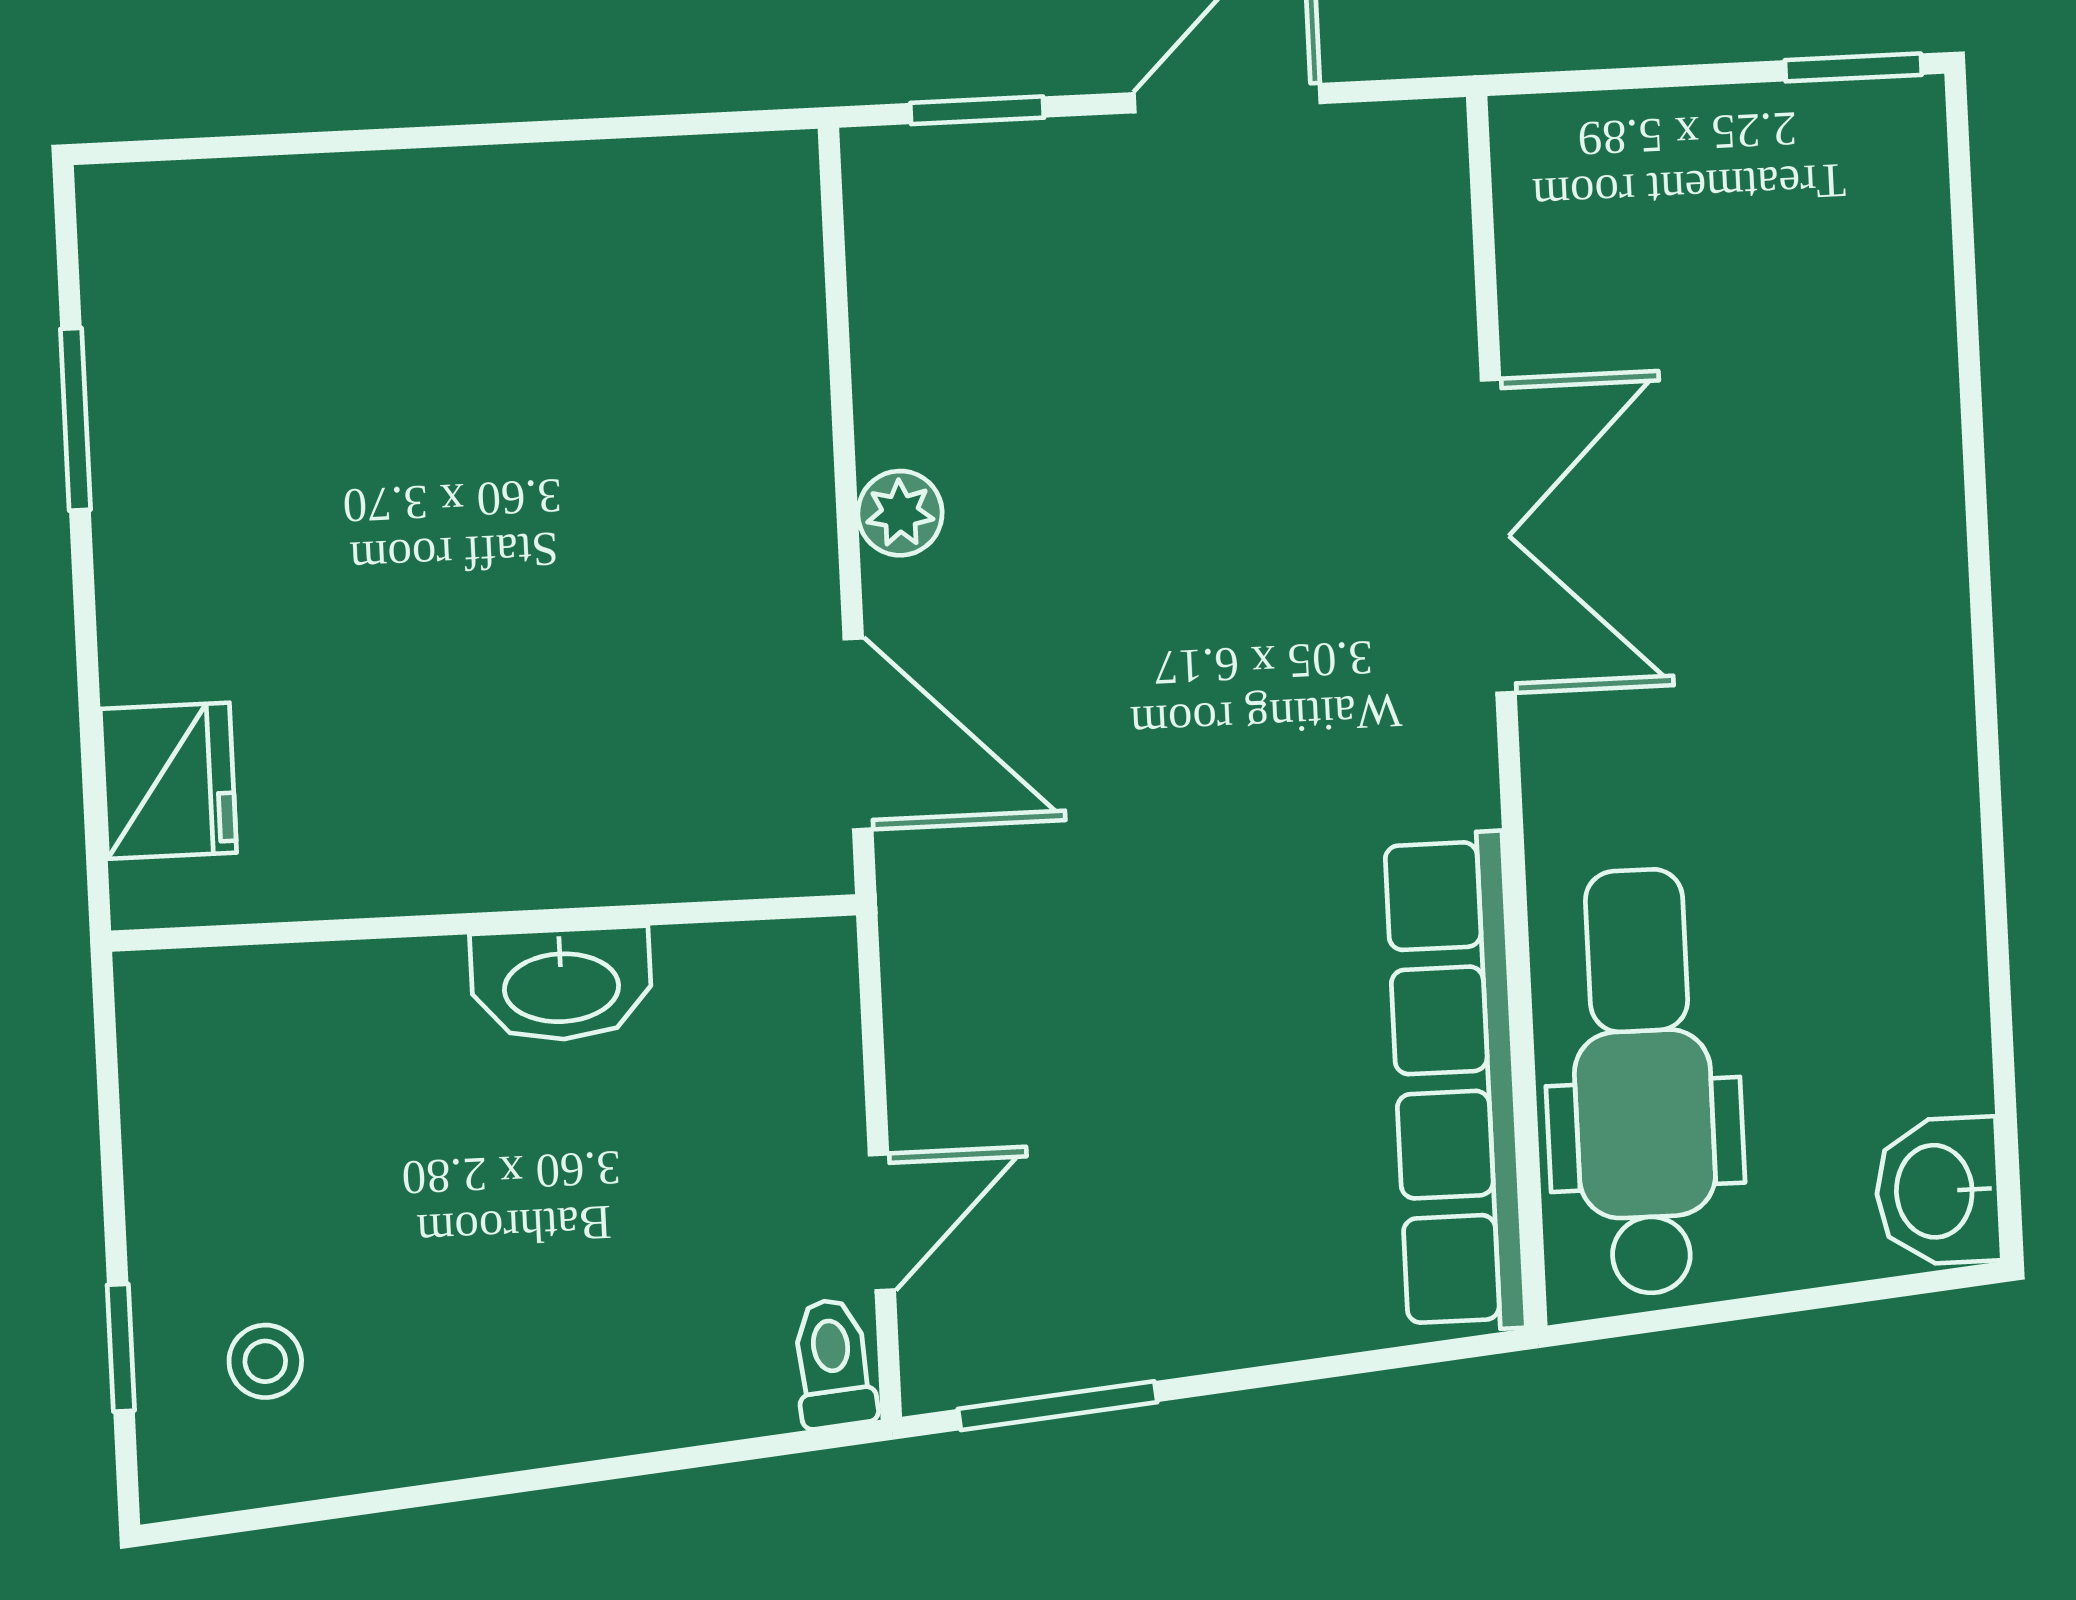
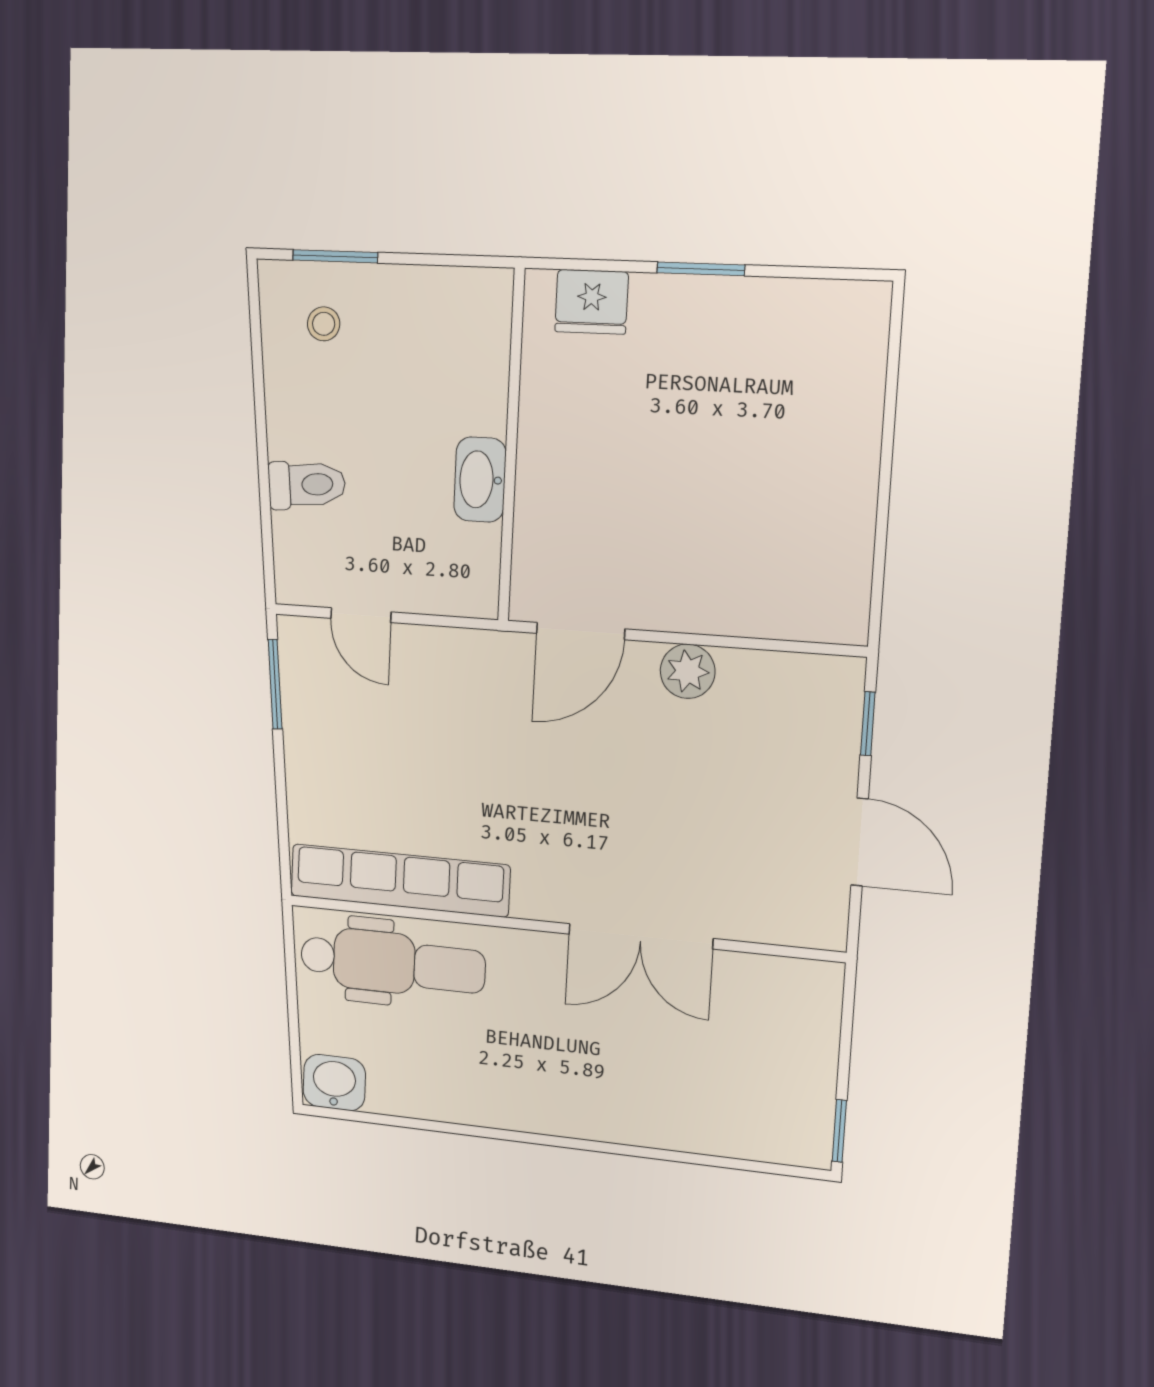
window: (75, 419) -> (701, 269), moved
plant: (900, 513) -> (688, 671), width x1.38, depth x1.38
window: (121, 1348) -> (335, 256), width x1.50
toilet: (833, 1363) -> (307, 485), moved, width x1.37, depth x1.39

